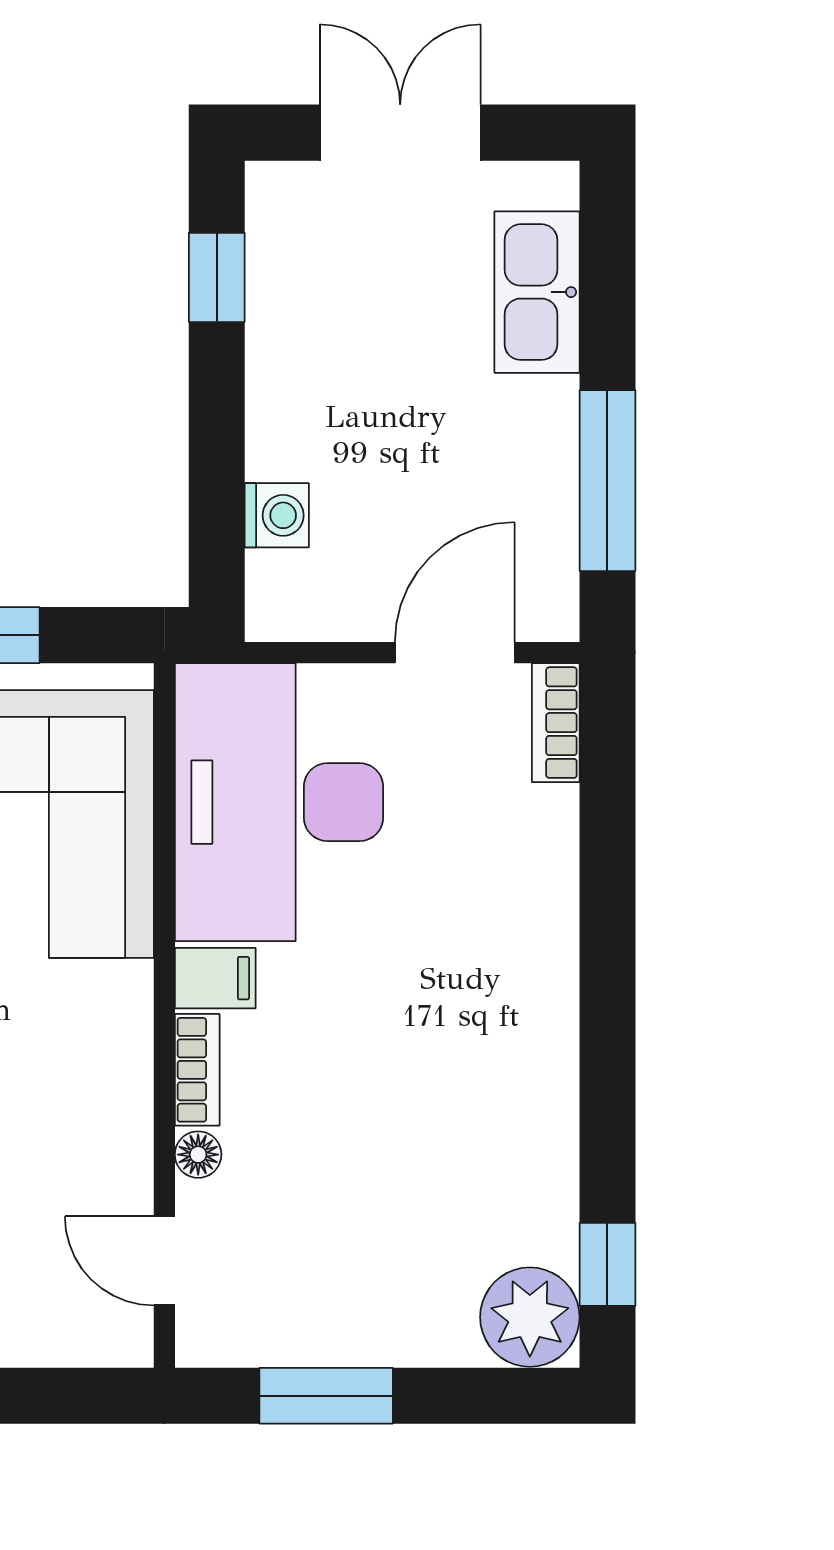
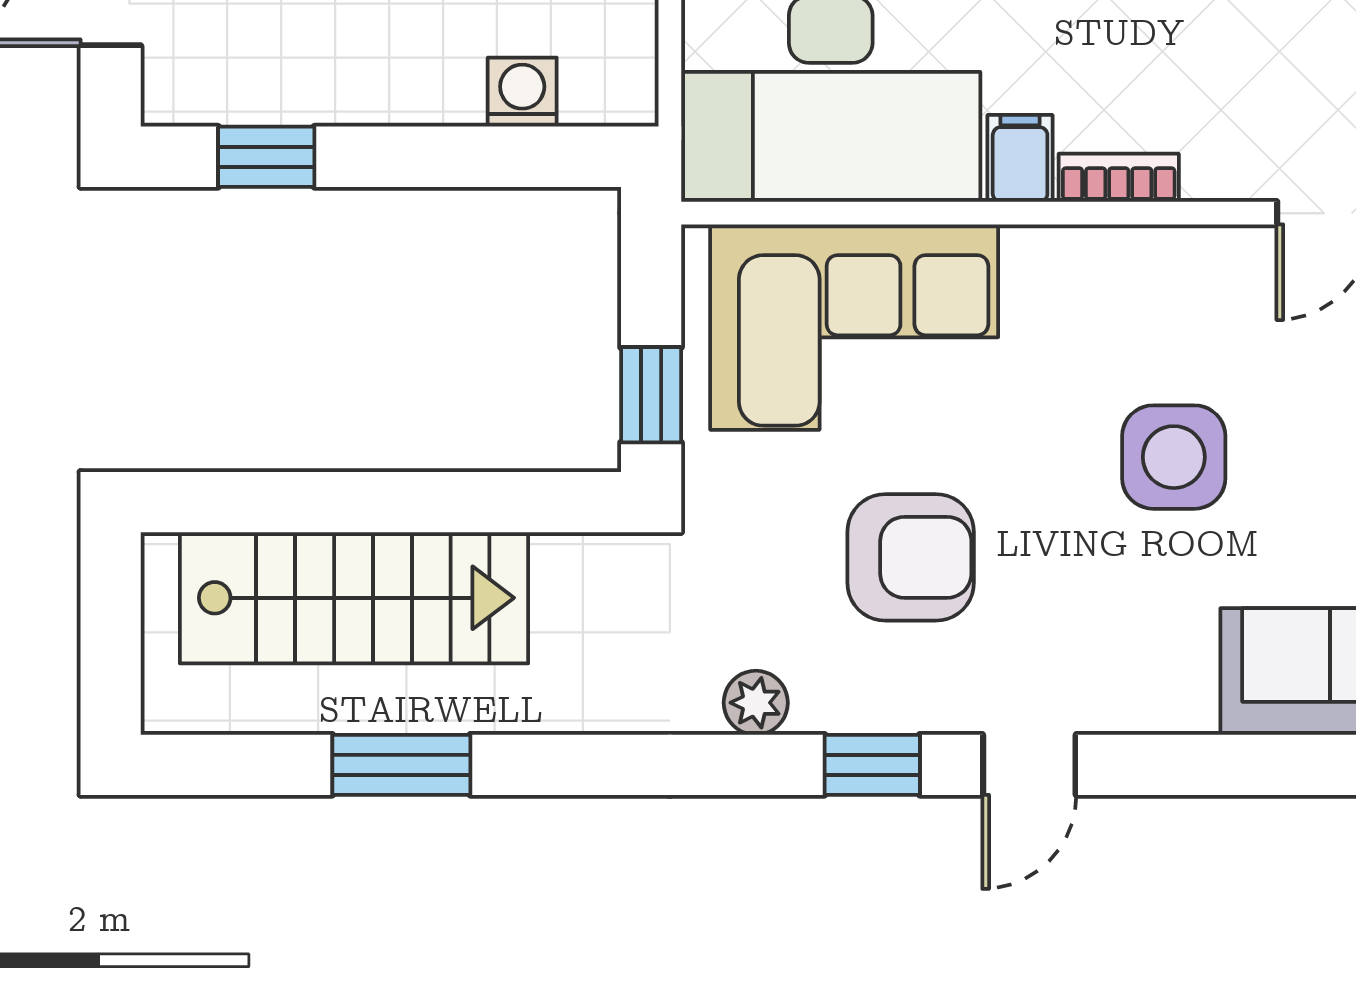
floor lamp: (198, 1155) -> (1210, 177), removed

